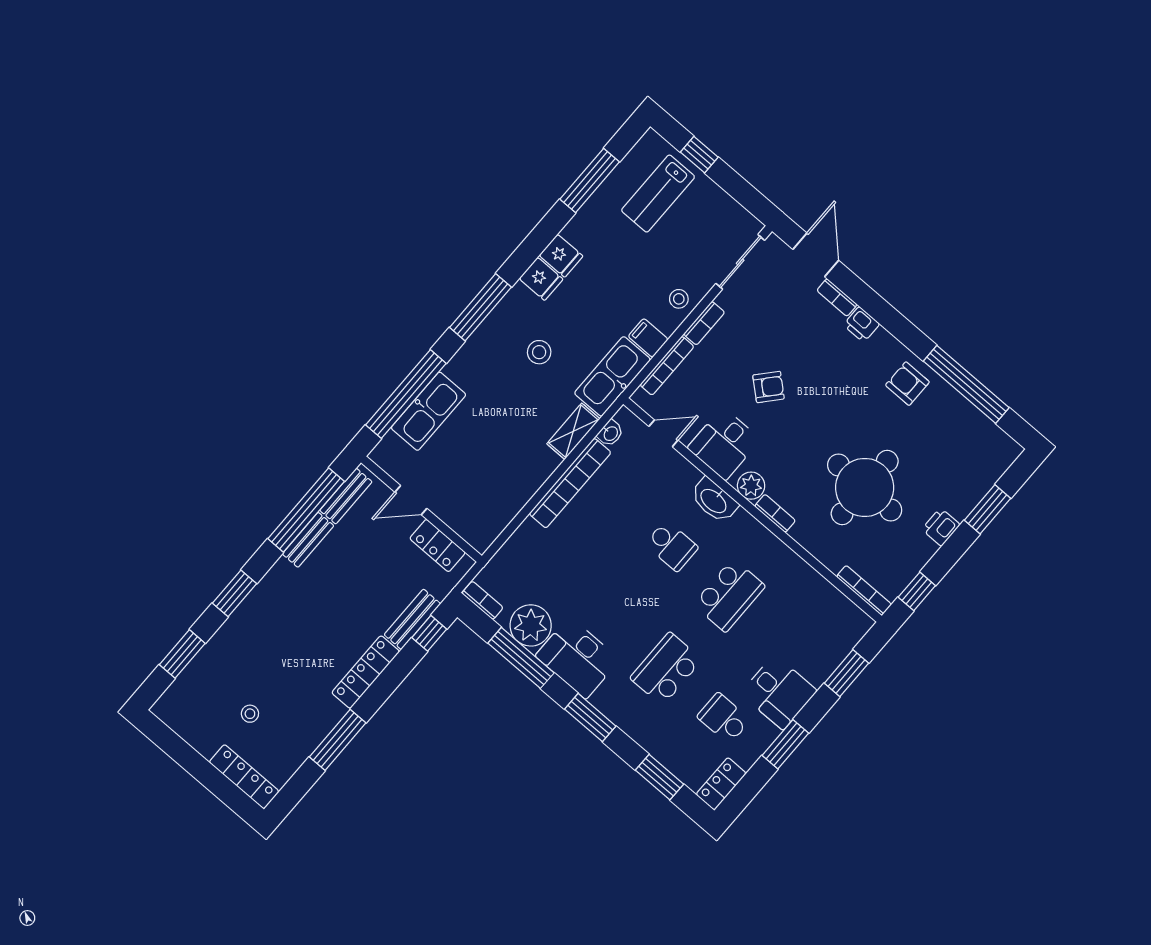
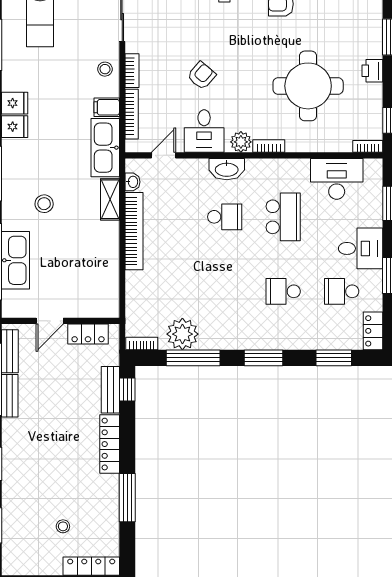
stool: (539, 352) -> (44, 204), moved
bookcase: (864, 591) -> (368, 146), width x0.64
desk: (577, 658) -> (337, 179), moved, turned 180
school desk: (666, 669) -> (283, 291), width x0.54

